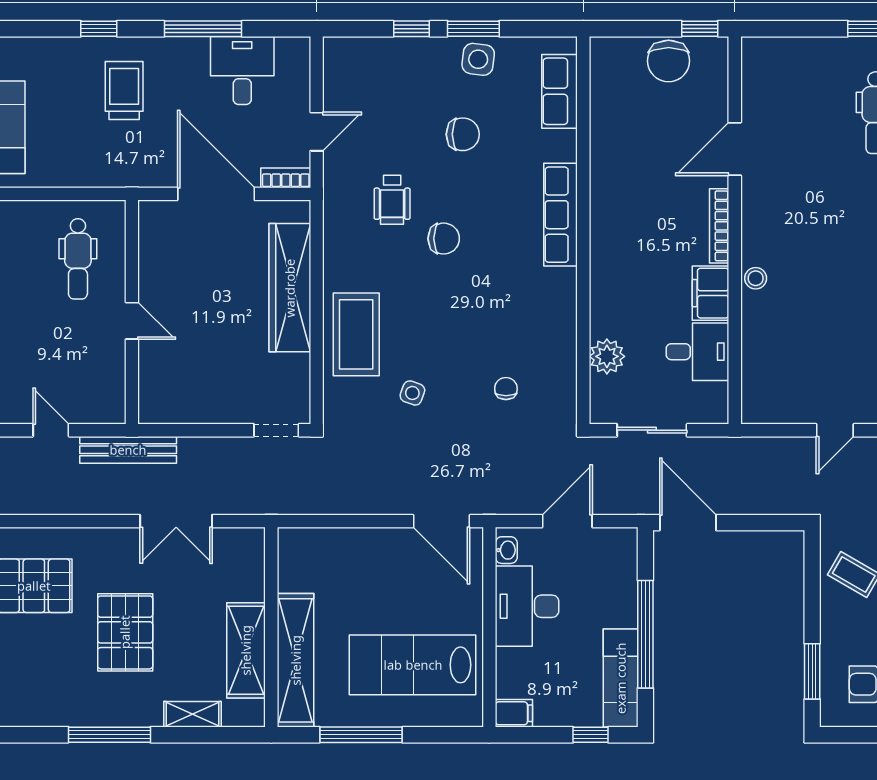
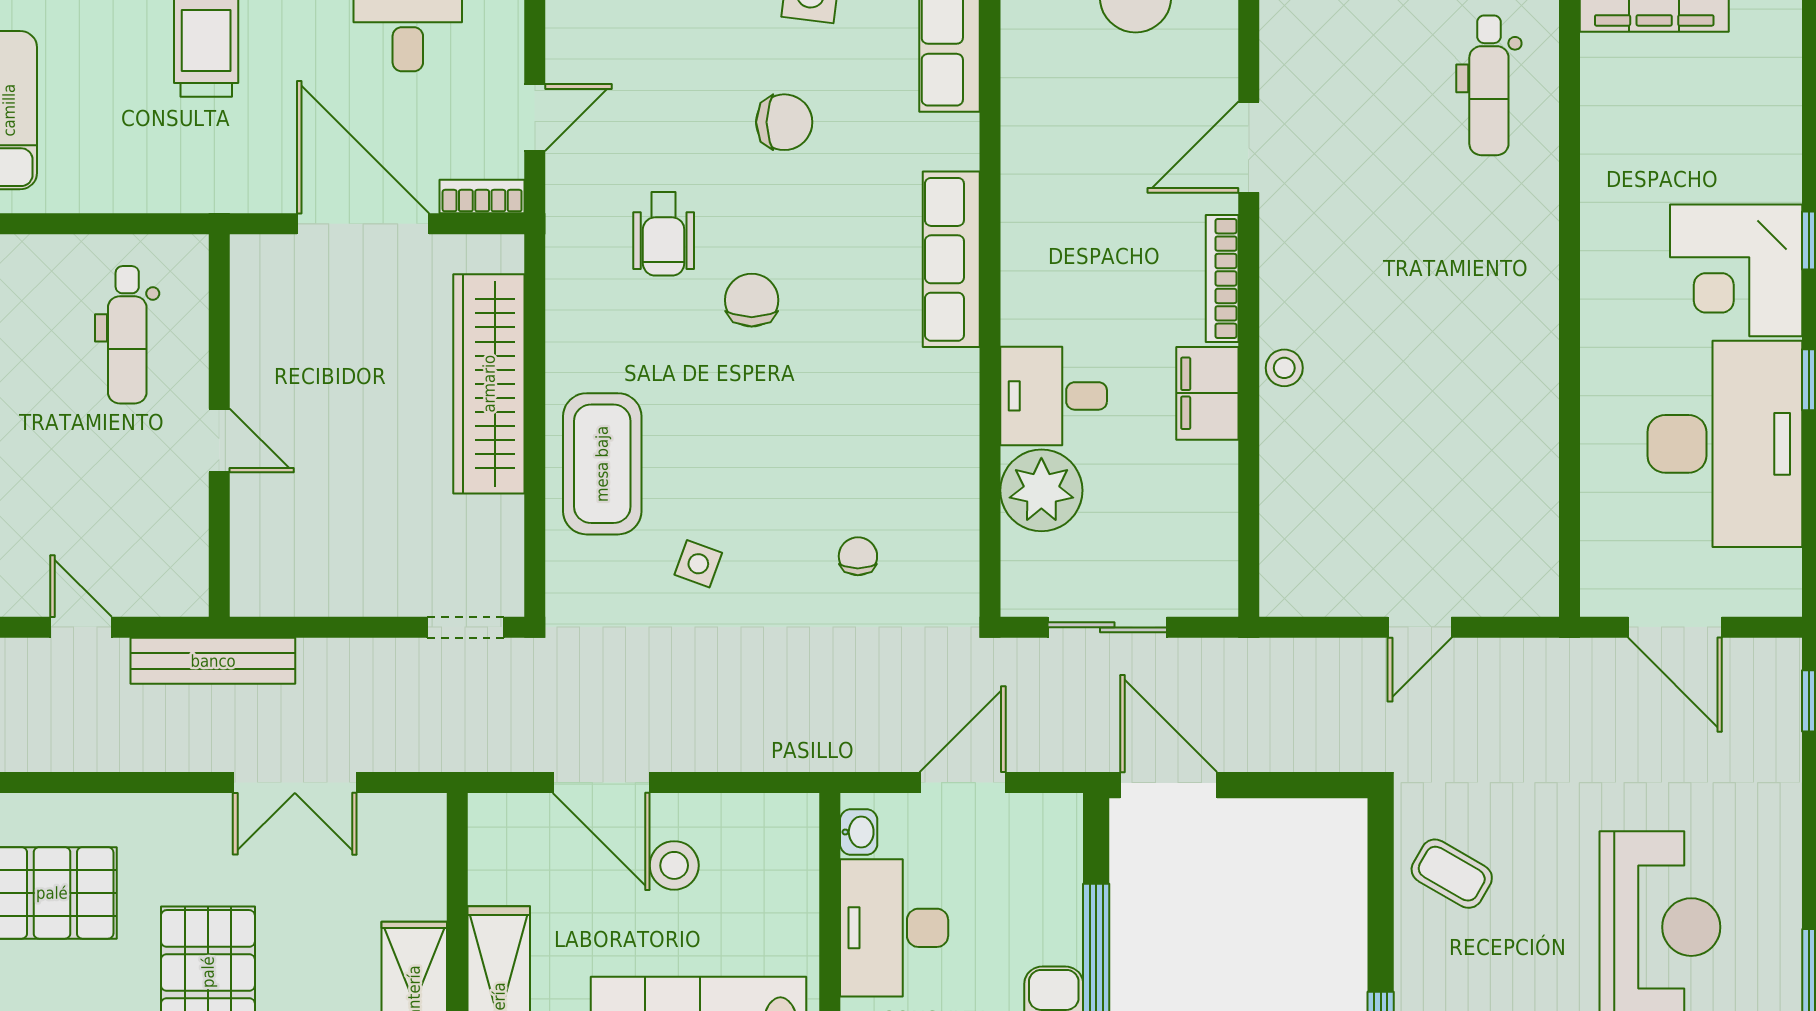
chair: (444, 239) -> (752, 300), turned -90
desk: (698, 352) -> (1054, 396), moved, turned 180
plant: (607, 356) -> (1041, 490), width x1.36, depth x1.36
door: (442, 521) -> (601, 783), moved
stool: (398, 570) -> (674, 865), added

